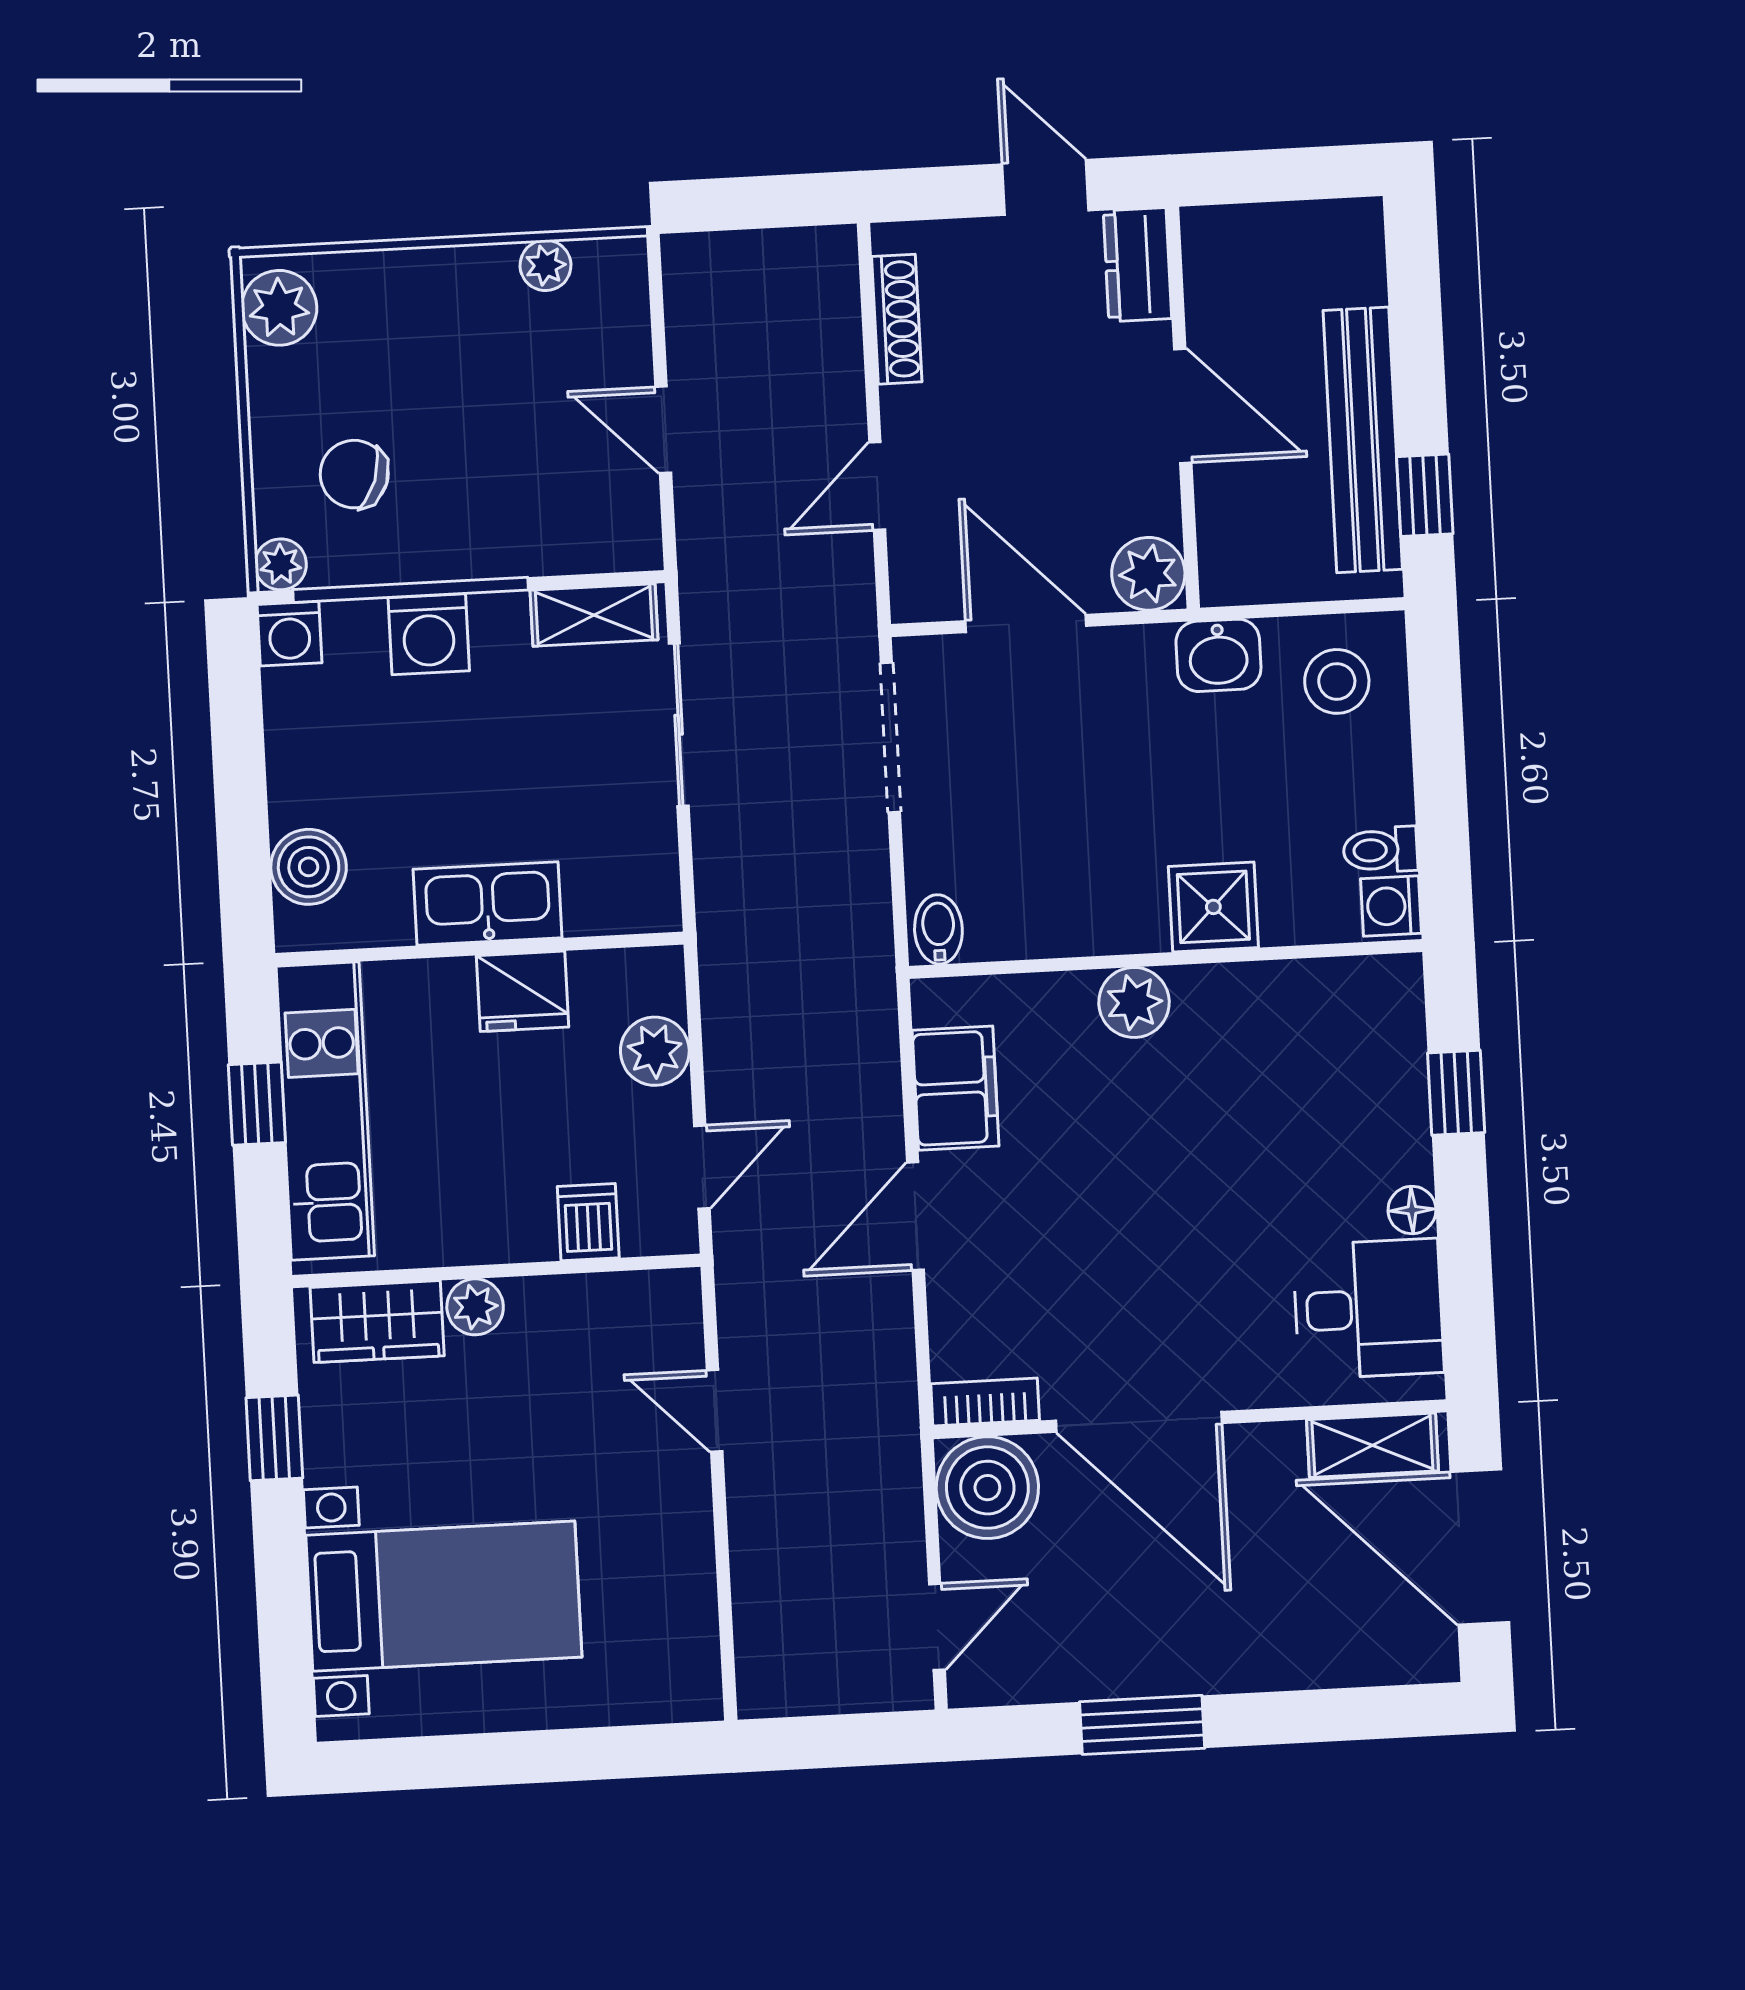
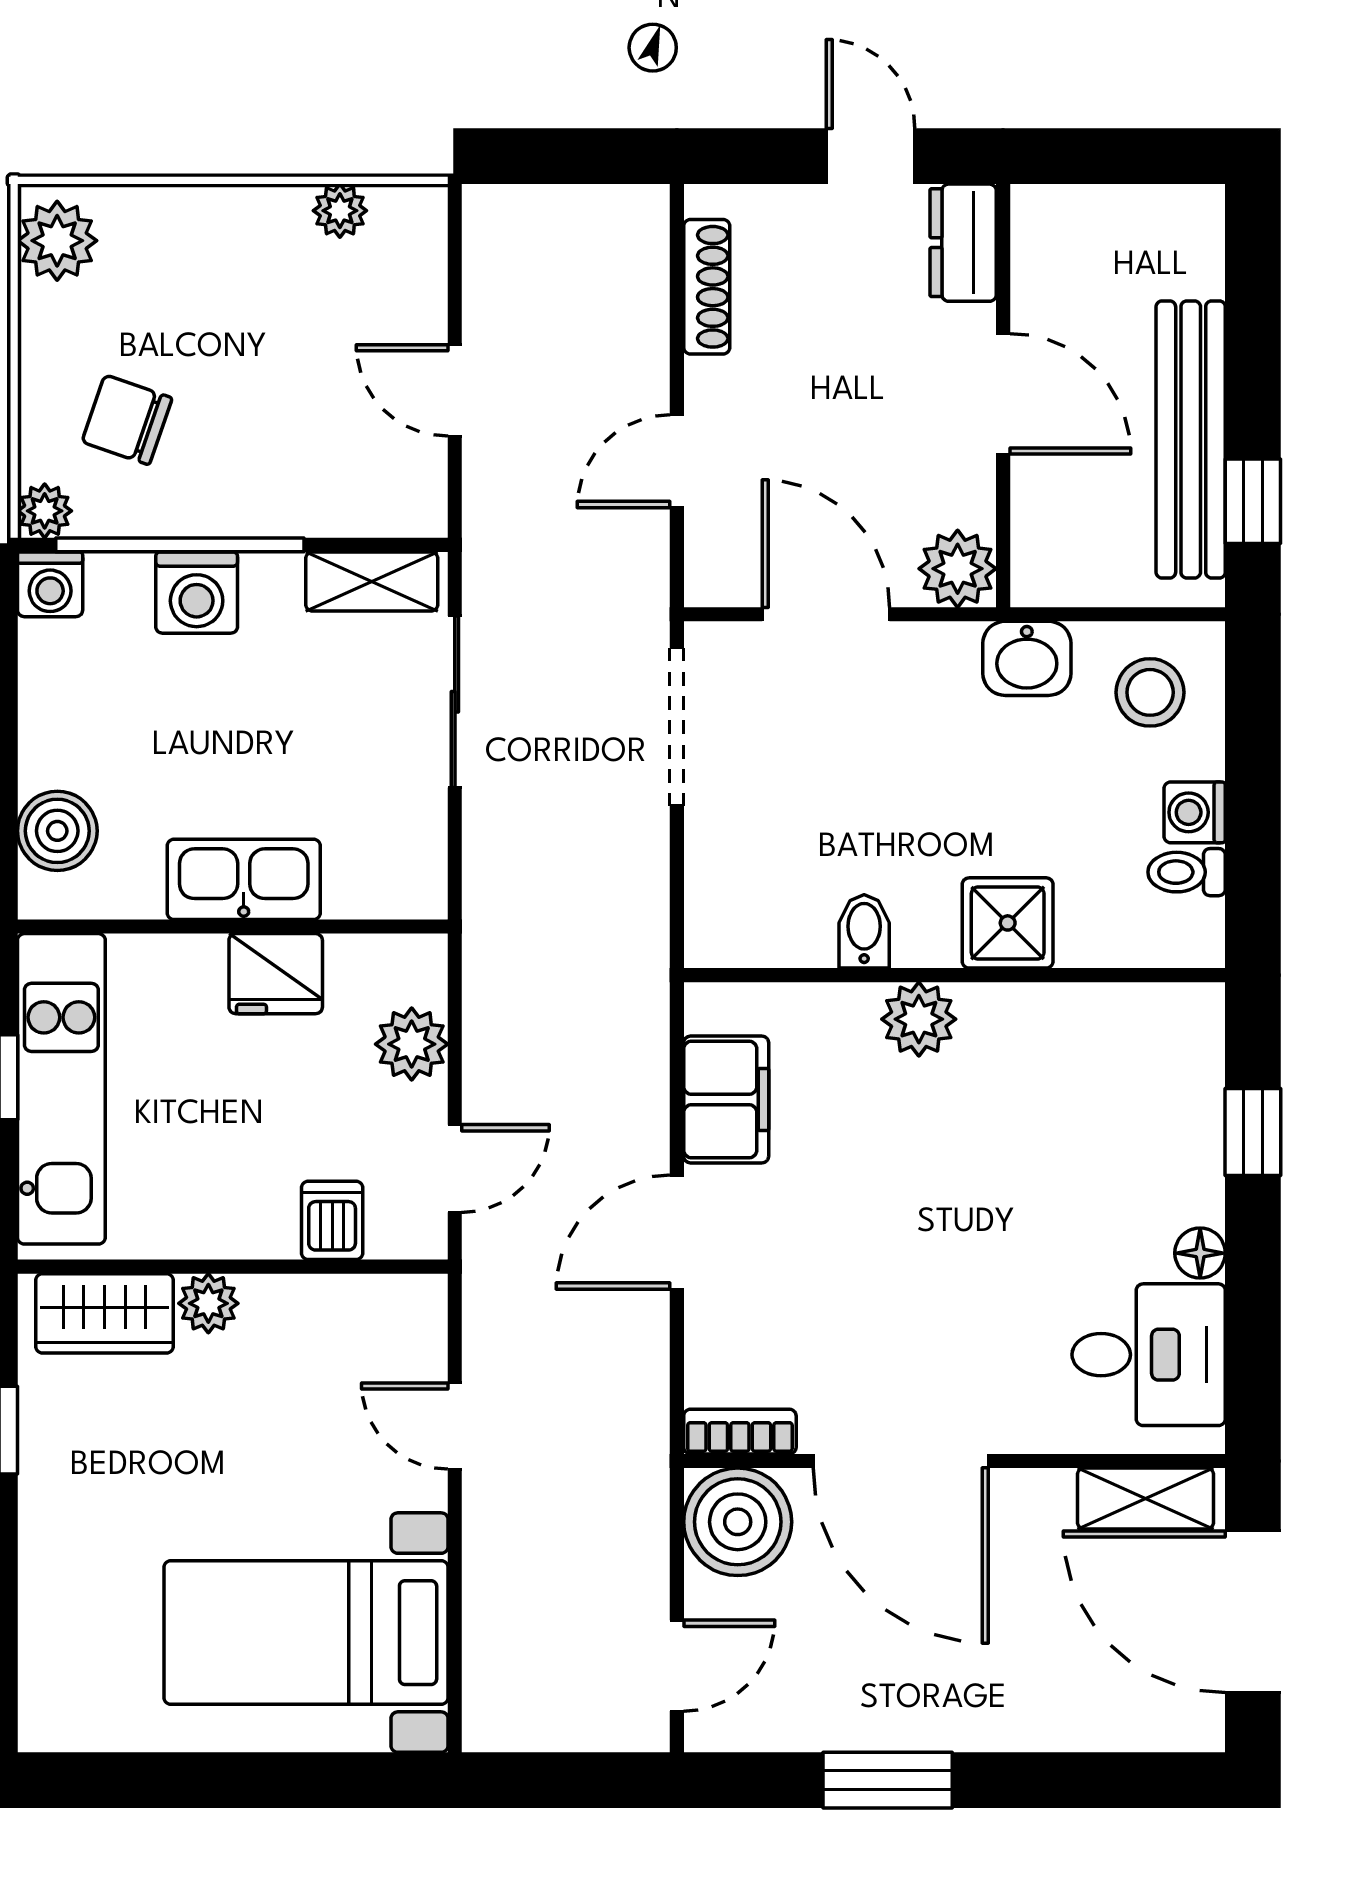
washing machine: (1391, 906) -> (1195, 812), moved
bidet: (938, 929) -> (864, 931), moved
bed with nightstands: (444, 1596) -> (306, 1633), moved, turned 180

